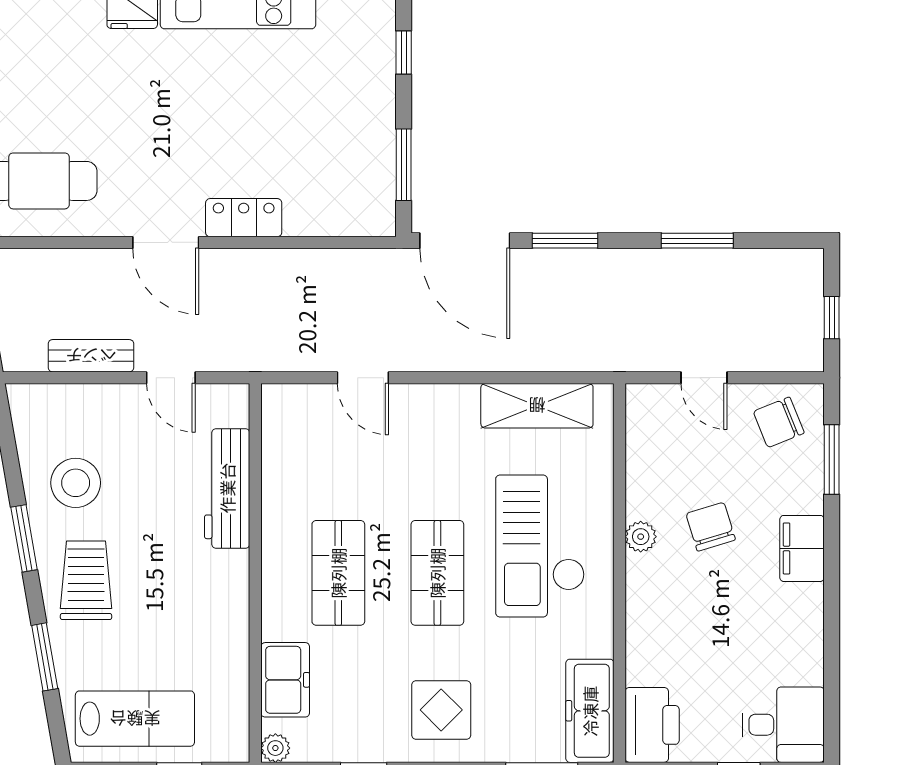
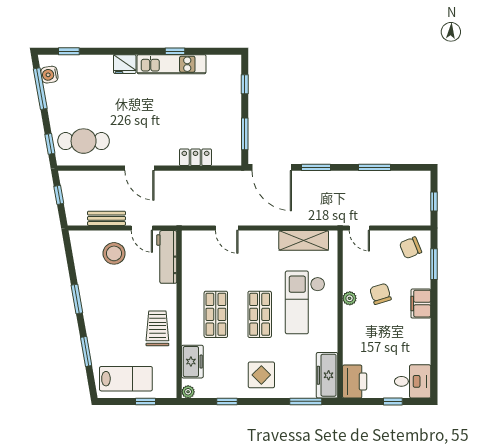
locker: (244, 218) -> (195, 157), moved
door: (704, 378) -> (359, 228), moved
stool: (76, 483) -> (114, 253), moved
workbench: (227, 488) -> (167, 257), moved
trolley: (86, 580) -> (157, 328), moved

